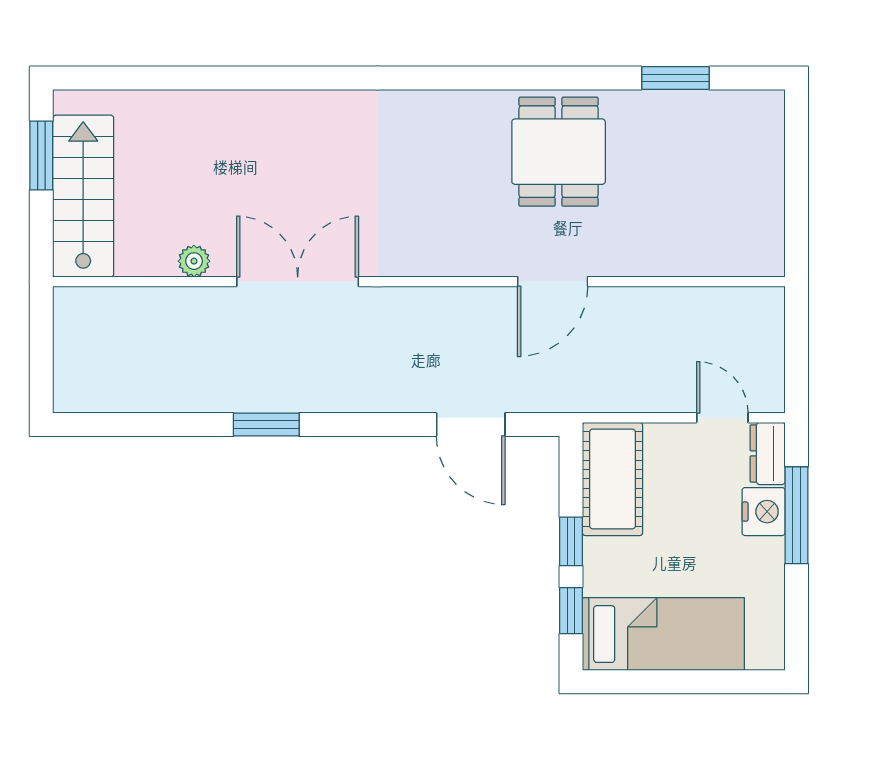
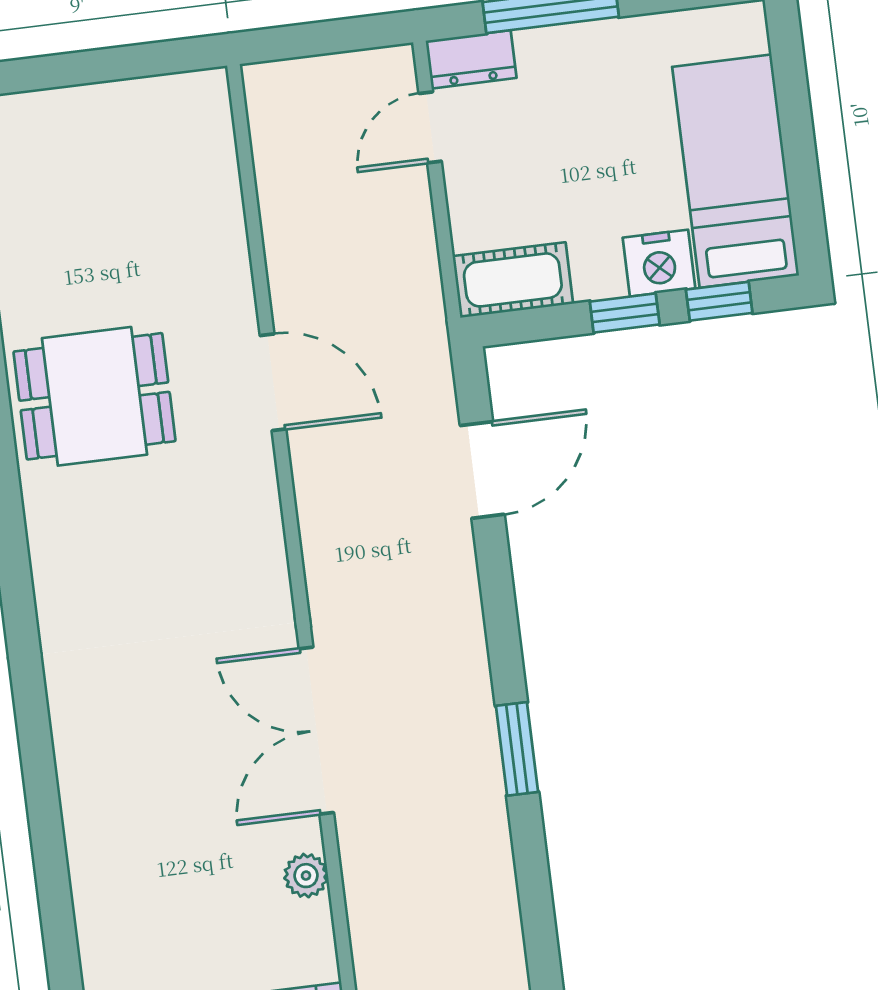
cot: (613, 479) -> (513, 280), width x0.73, depth x0.75
nightstand: (764, 512) -> (659, 263), moved, turned 180

